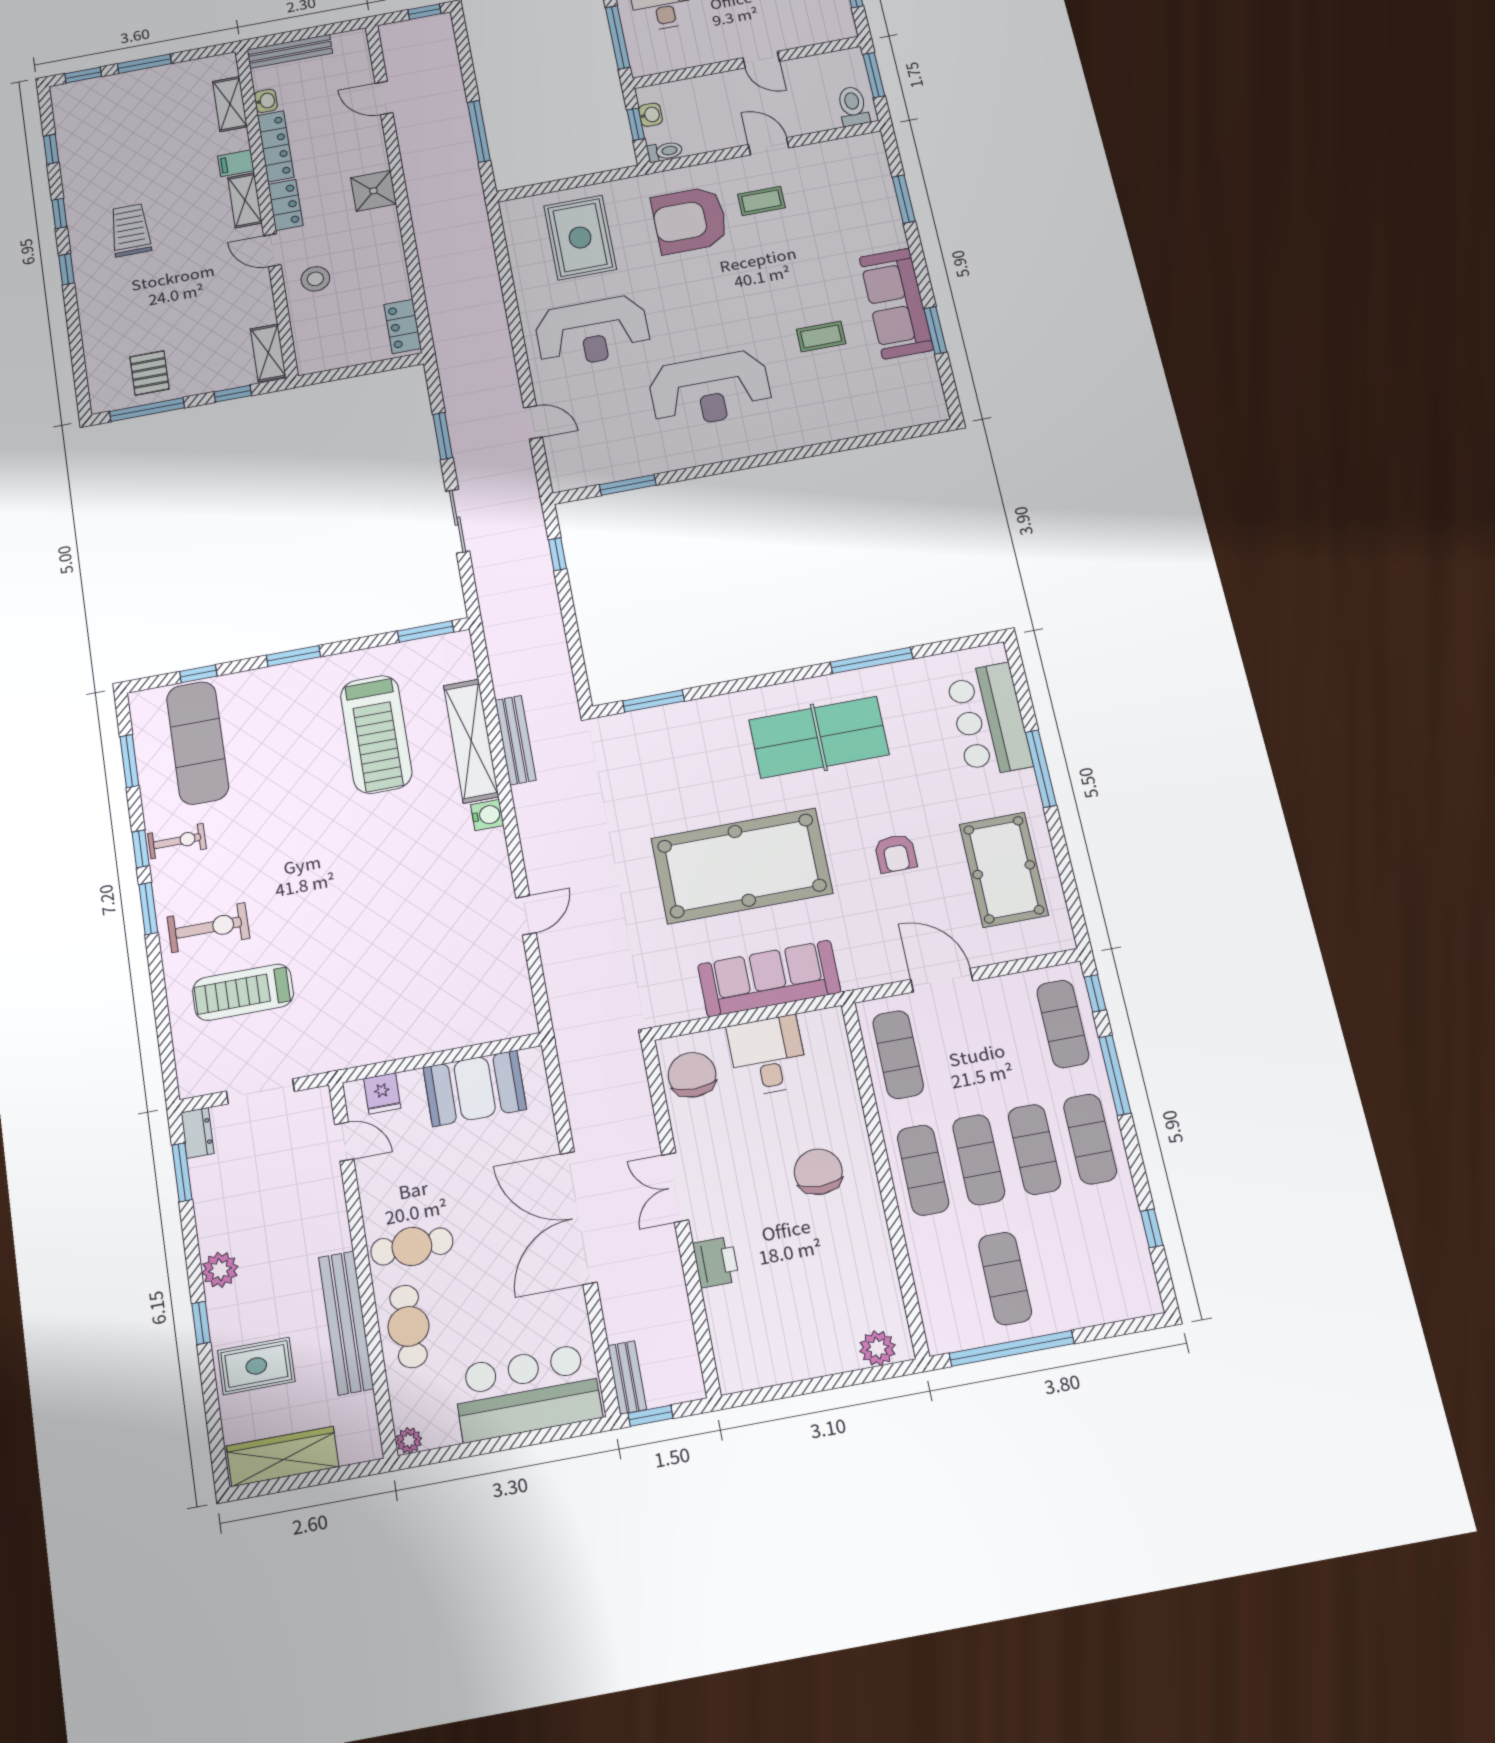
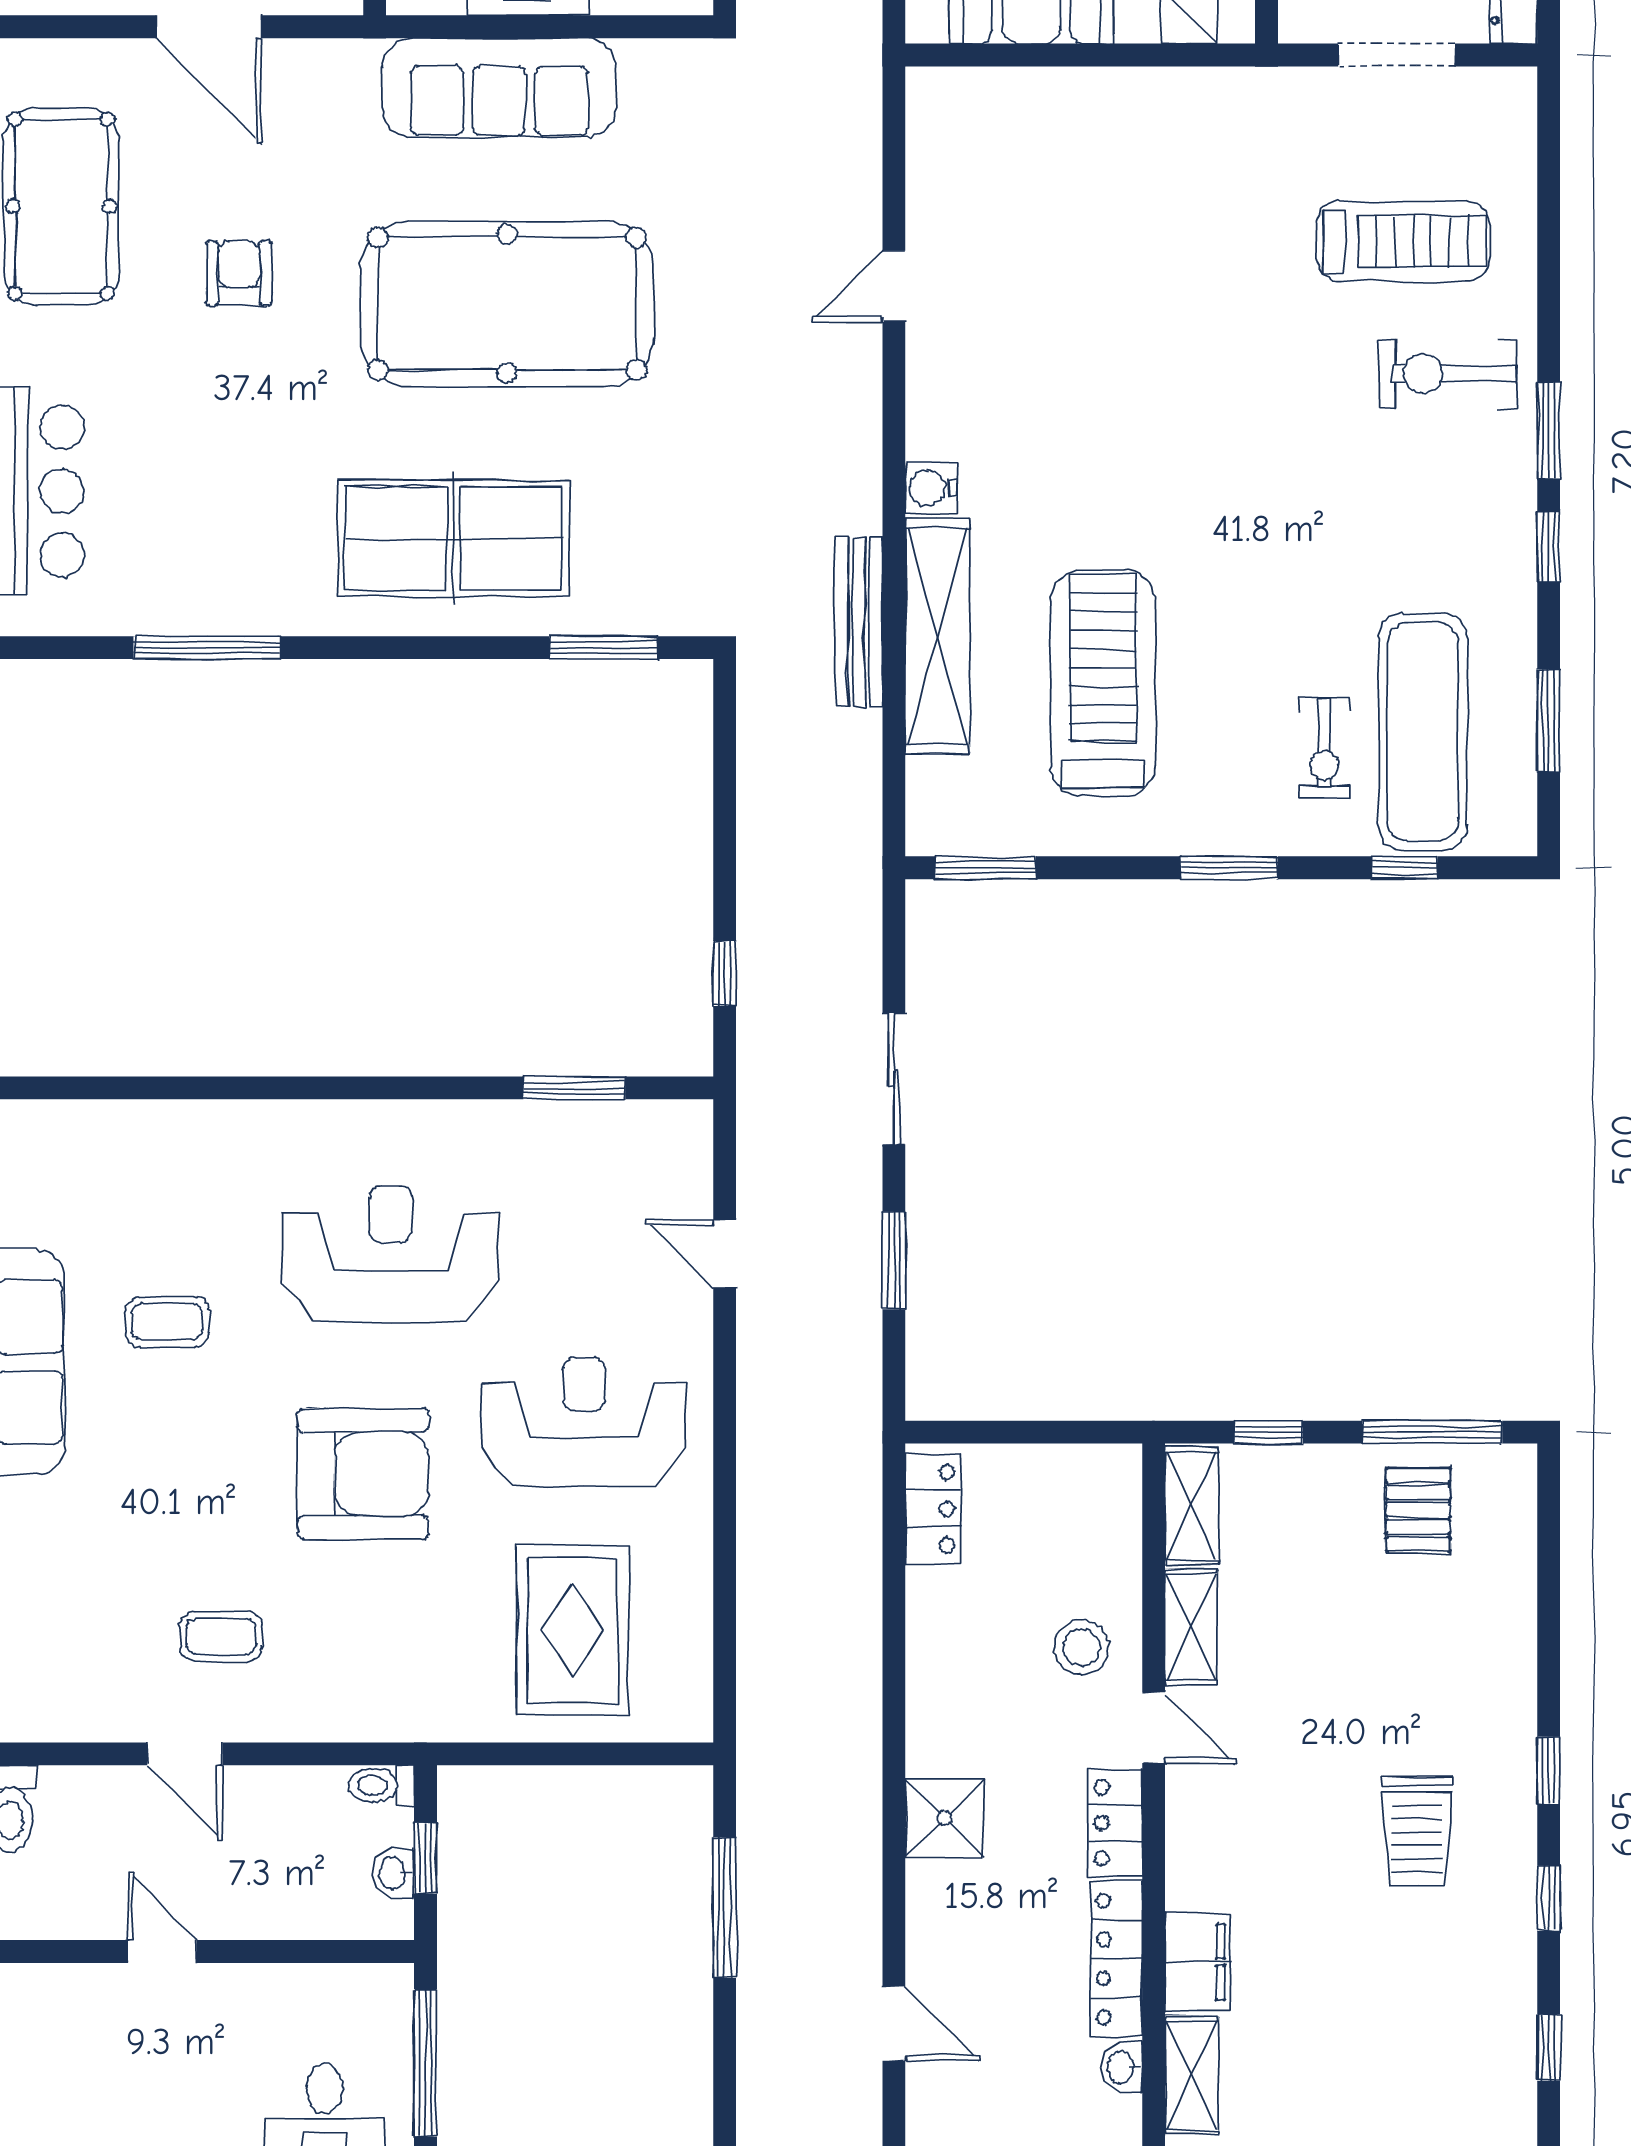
filing cabinet: (236, 163) -> (1198, 1962), width x2.00
shelving: (245, 200) -> (1191, 1627), moved
armchair: (690, 220) -> (363, 1474), moved
table tennis table: (819, 737) -> (454, 538), moved
exercise bike: (177, 841) -> (1324, 747), moved, turned -90

